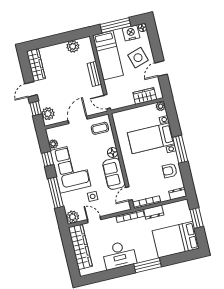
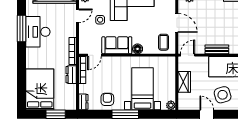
wardrobe: (145, 96) -> (184, 82), moved
door: (129, 194) -> (94, 55), swing flipped
window: (148, 265) -> (22, 29), moved

